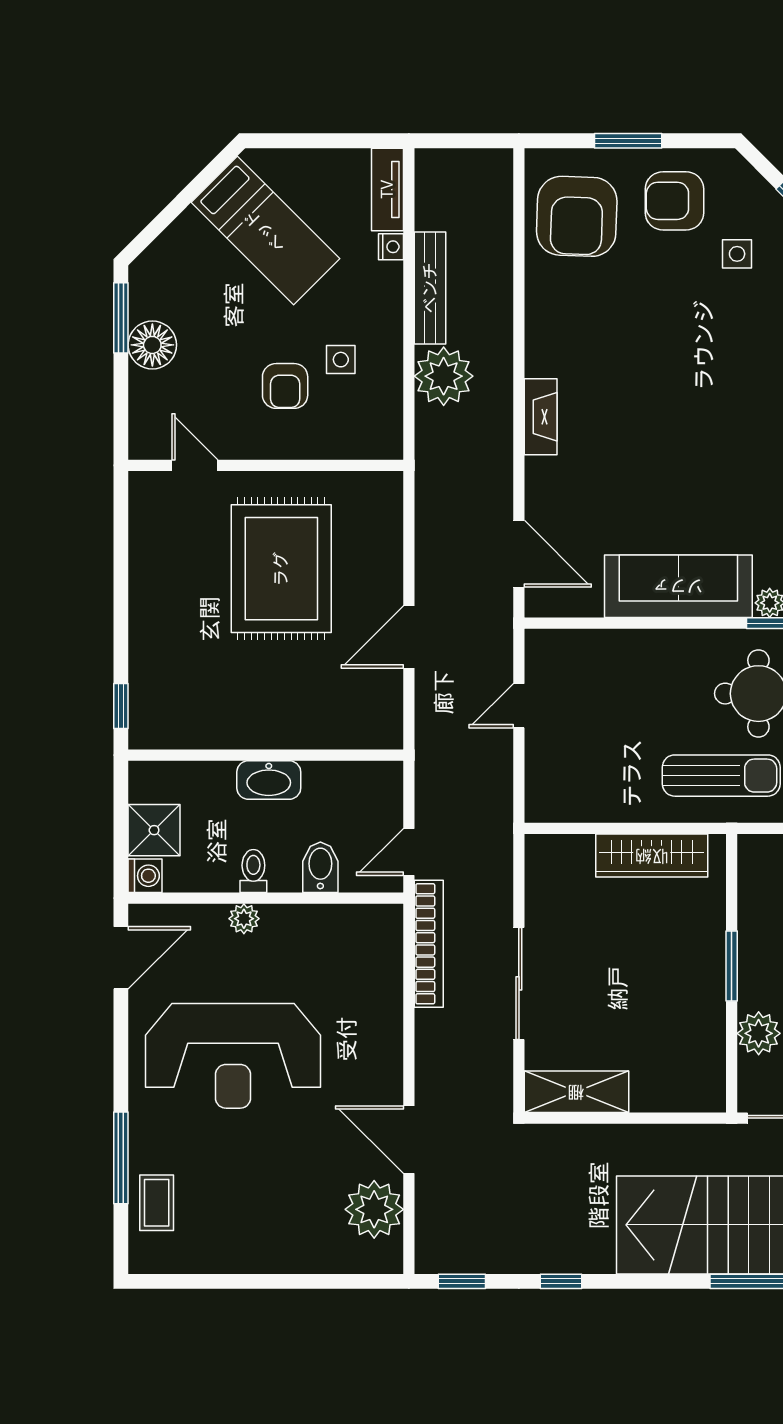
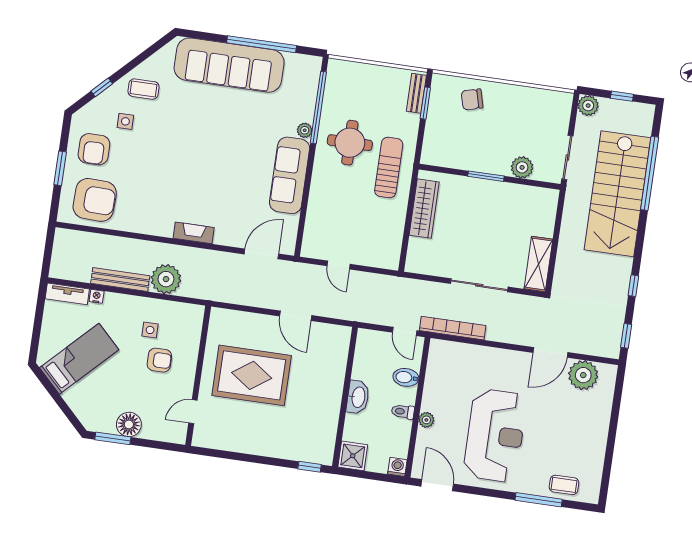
shower: (154, 830) -> (353, 456), moved

